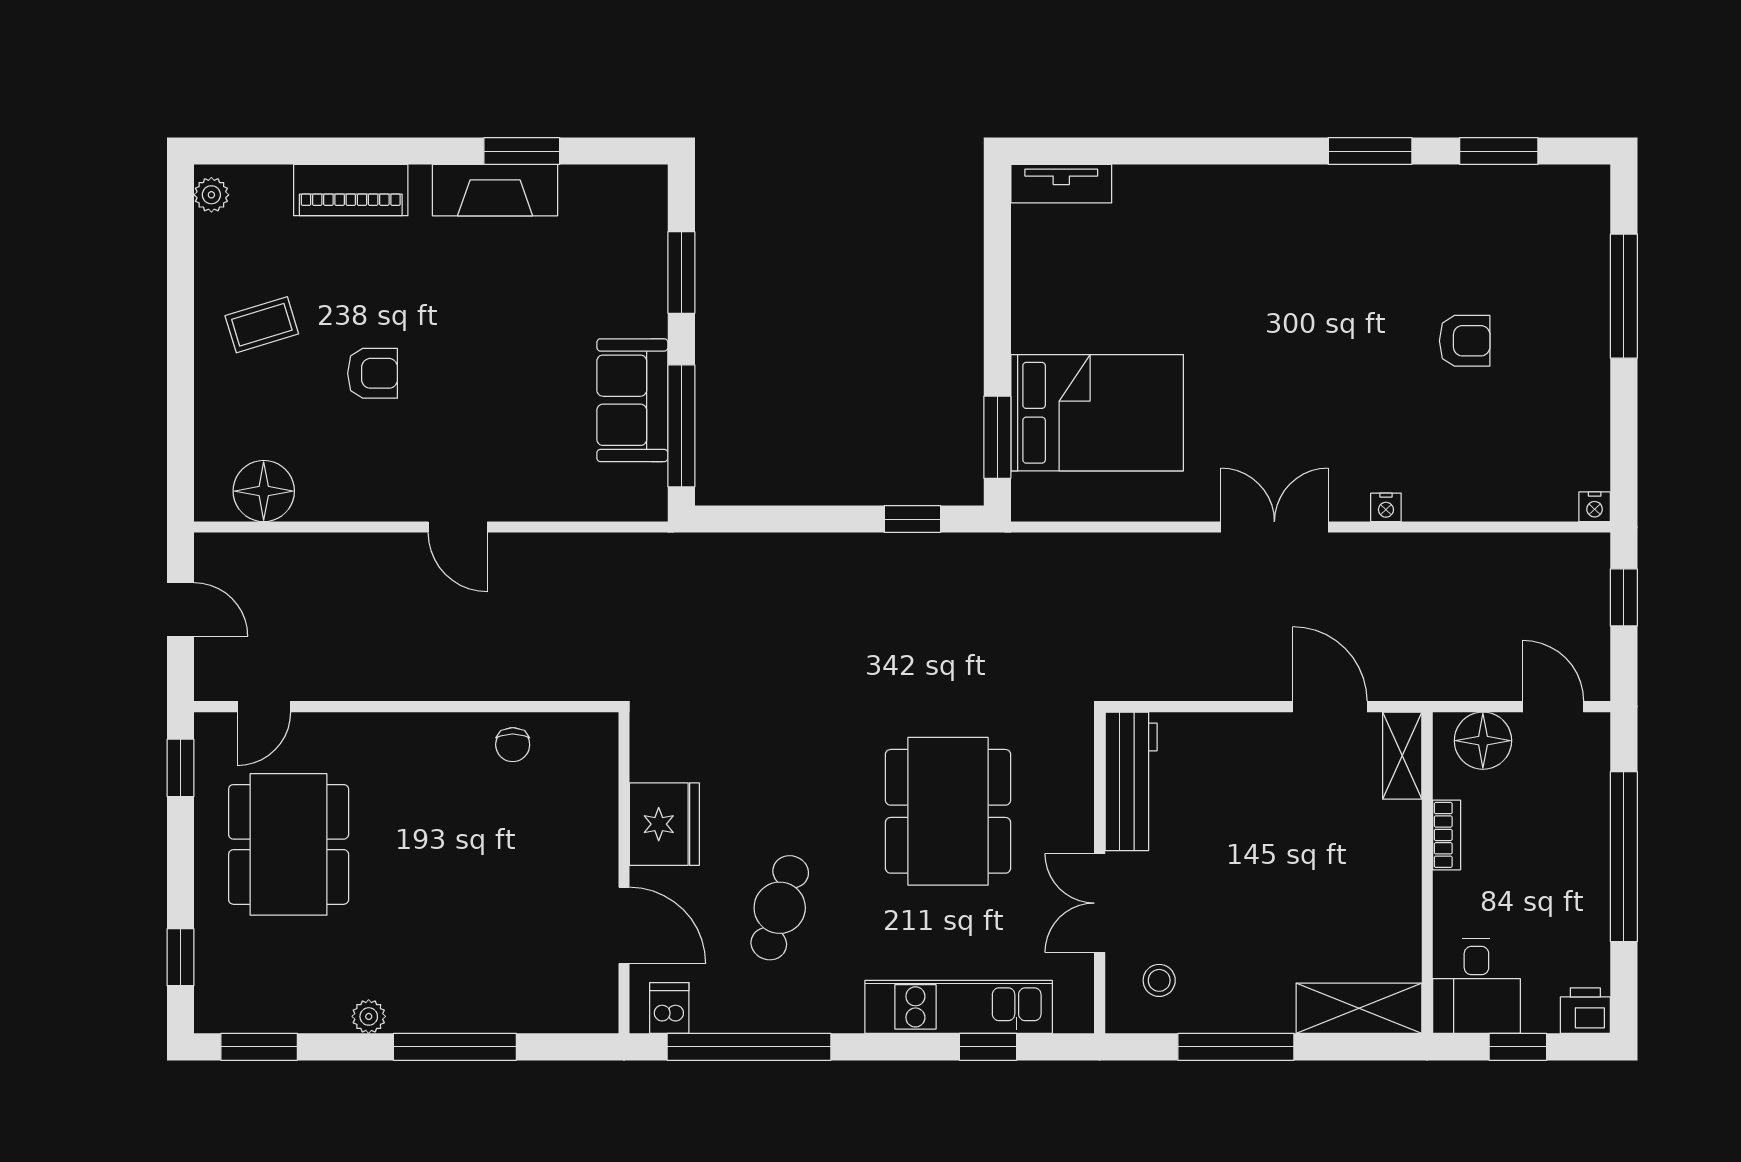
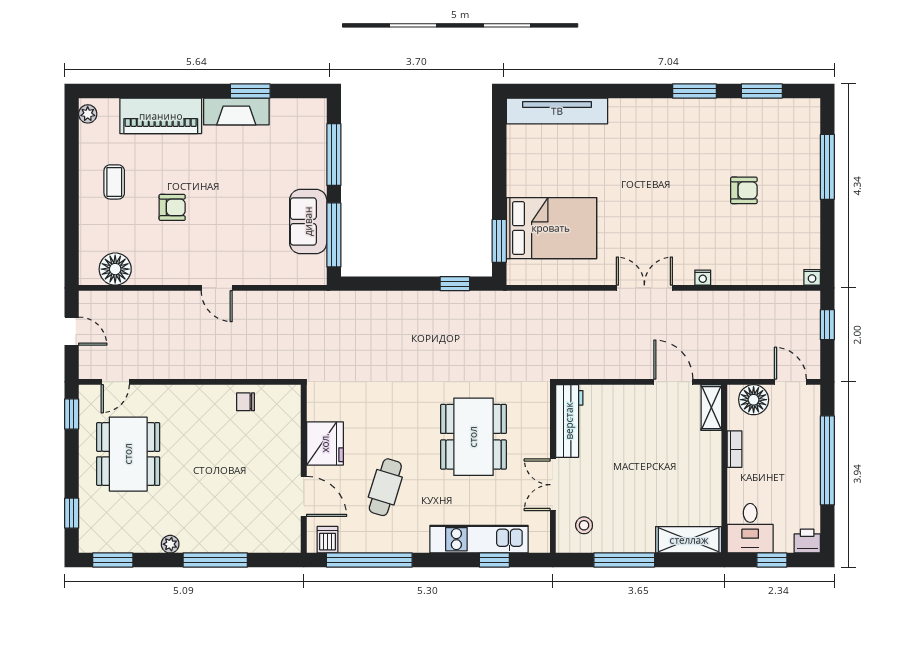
tv unit: (1061, 184) -> (557, 111), width x1.92, depth x1.29
piano: (351, 190) -> (161, 116), width x1.37, depth x1.33
window: (681, 272) -> (334, 155), width x1.44
coffee table: (262, 325) -> (114, 182), turned -73
chair: (513, 745) -> (246, 402), turned 90

